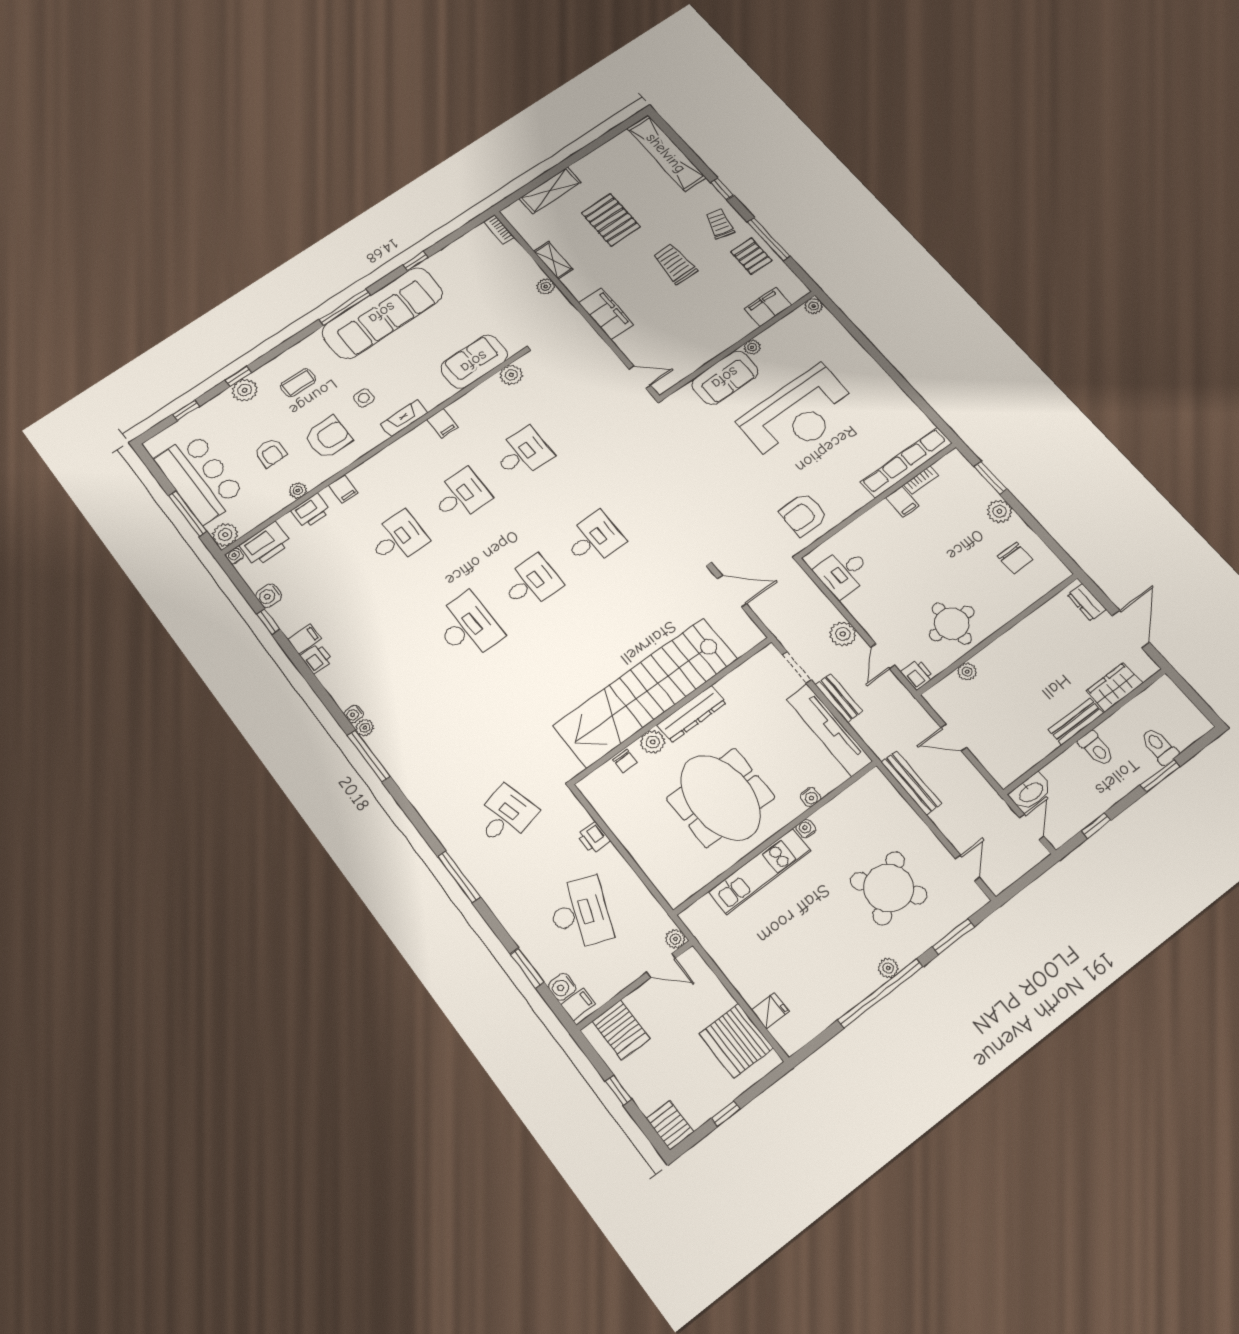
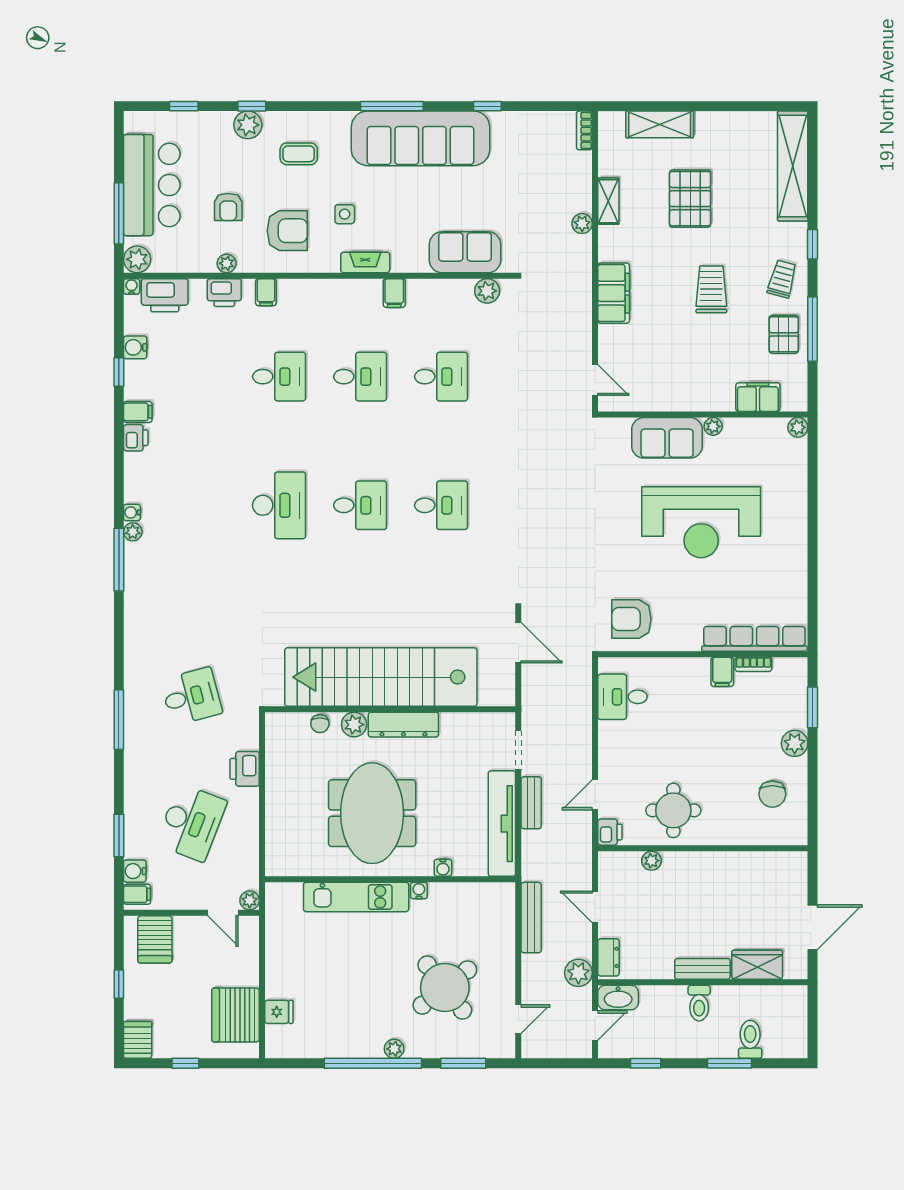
dresser: (1087, 602) -> (608, 957), moved, turned 180
plant: (843, 634) -> (578, 973), moved
printer: (594, 838) -> (245, 769), width x1.36, depth x1.24

